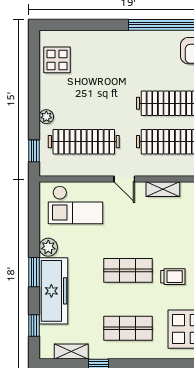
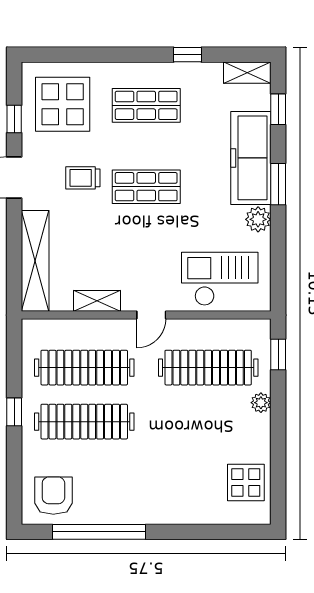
door: (124, 179) -> (151, 315), swing flipped
shelving: (71, 352) -> (247, 73), moved

